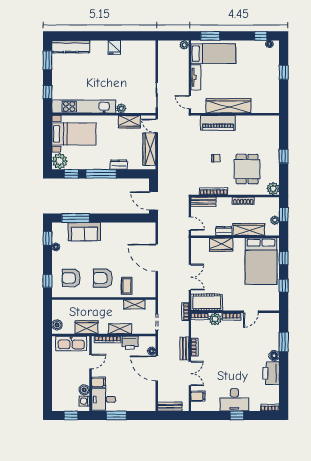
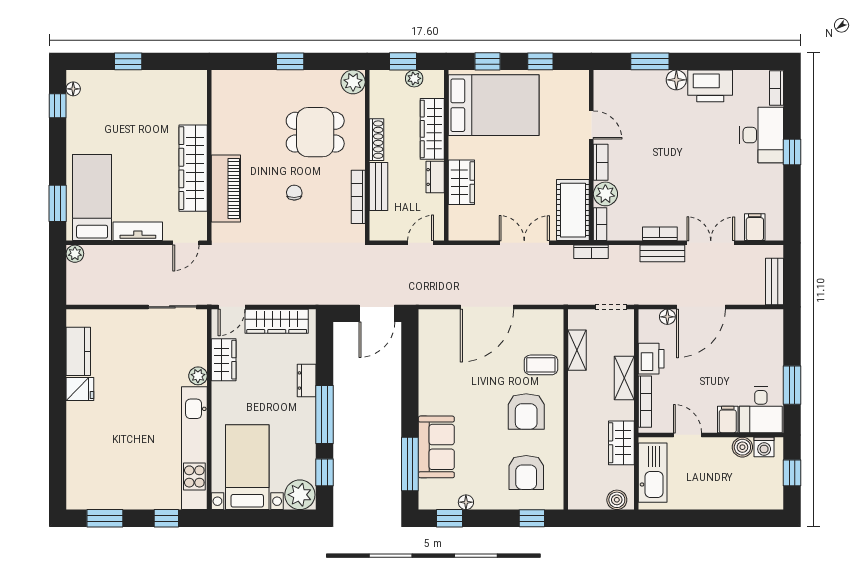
kitchen counter: (71, 47) -> (78, 351), moved, width x0.67
bench: (203, 202) -> (379, 186), moved
desk: (234, 400) -> (762, 135), moved

